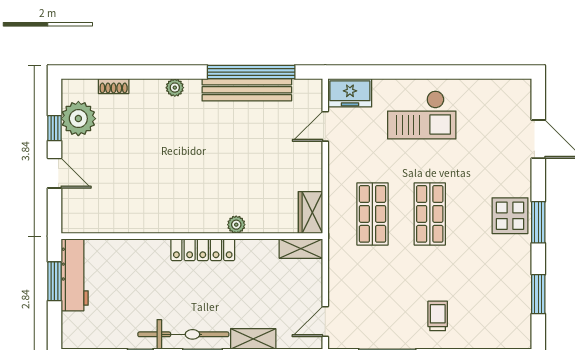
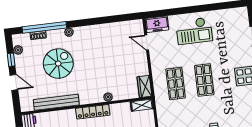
window: (251, 72) -> (44, 27), moved
bench: (247, 90) -> (56, 102), moved
plant: (78, 119) -> (18, 50), width x0.53, depth x0.53
door: (325, 126) -> (147, 43), hinge flipped
spiral stairs: (146, 147) -> (58, 64), added

